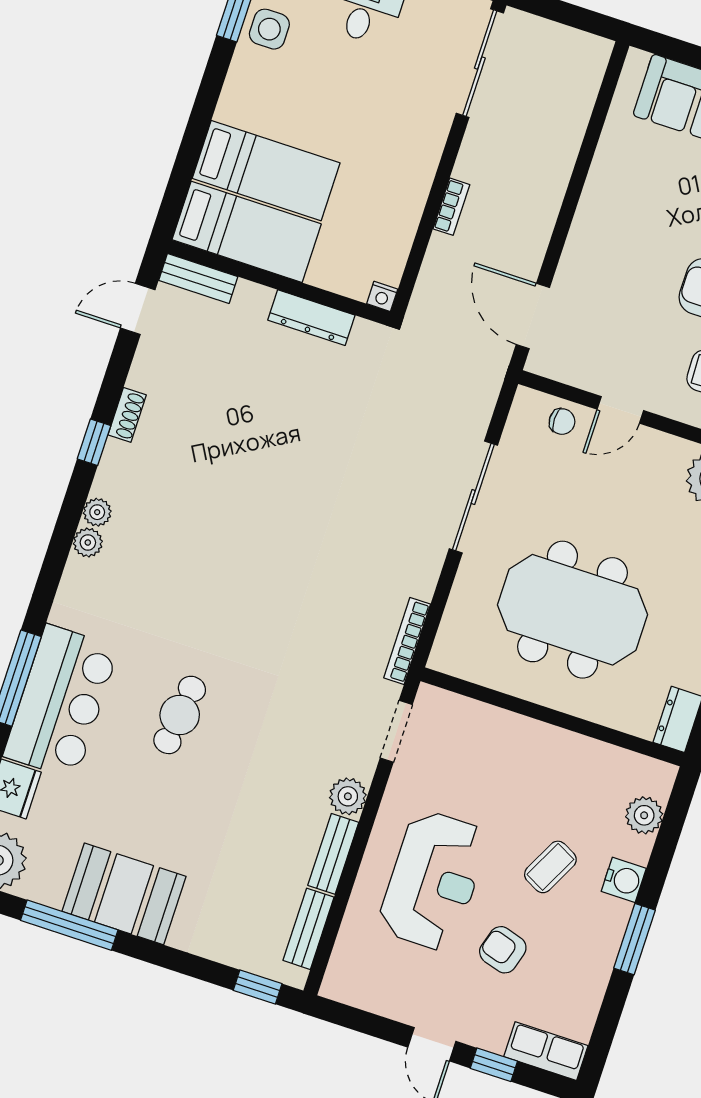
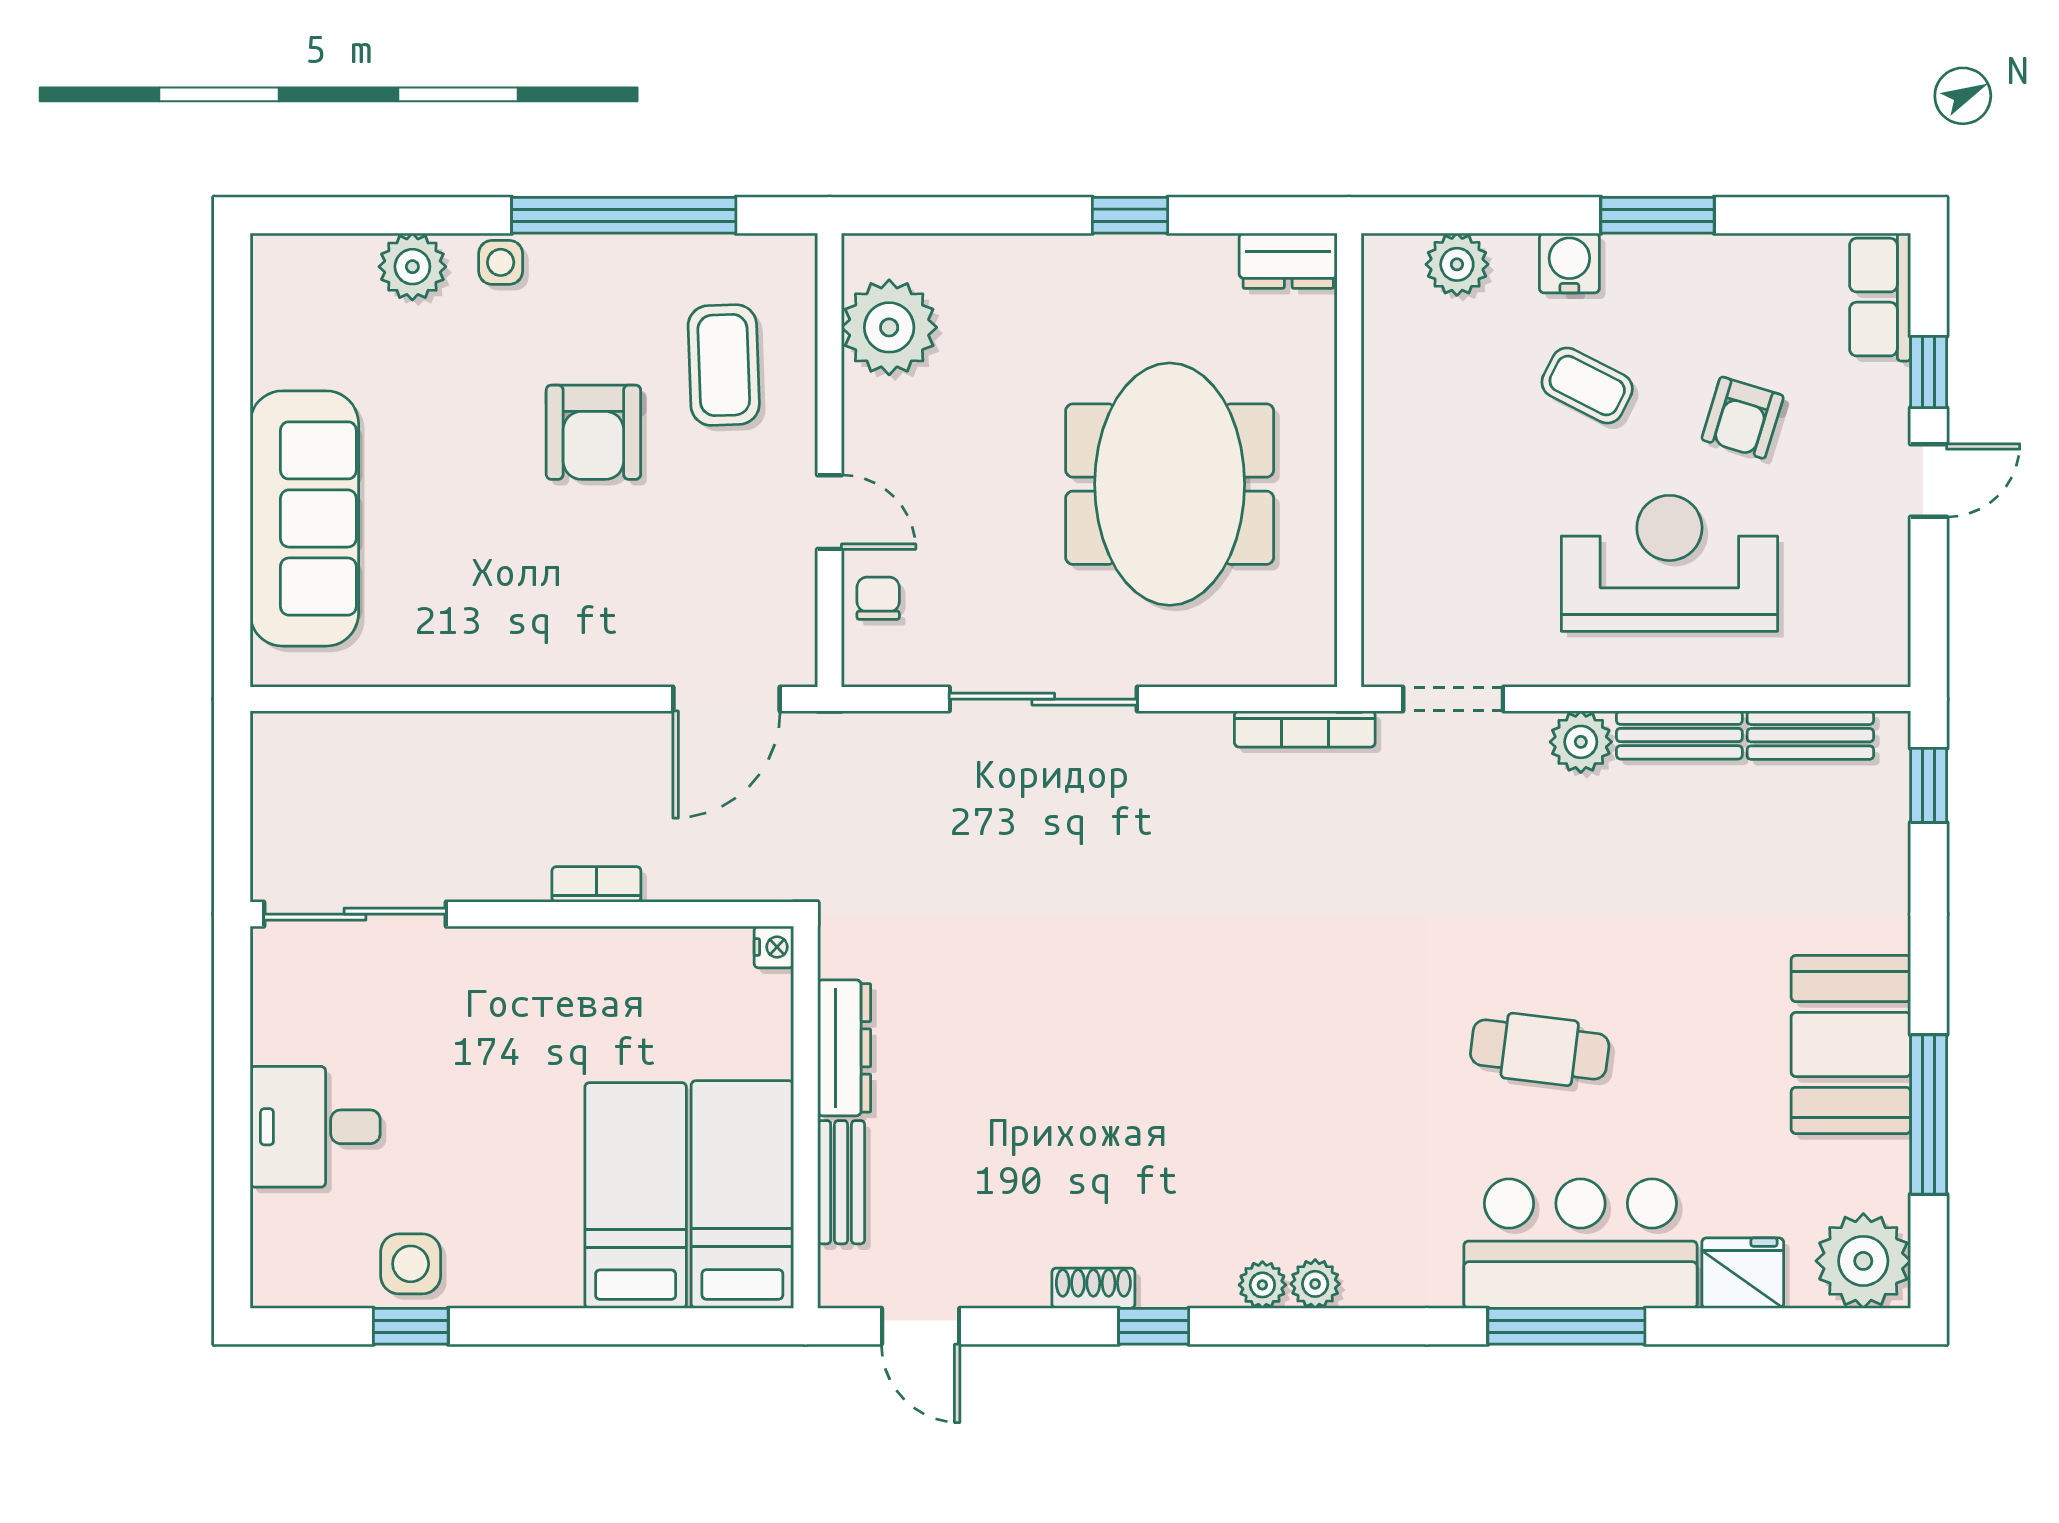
bench: (198, 278) -> (841, 1182), moved

